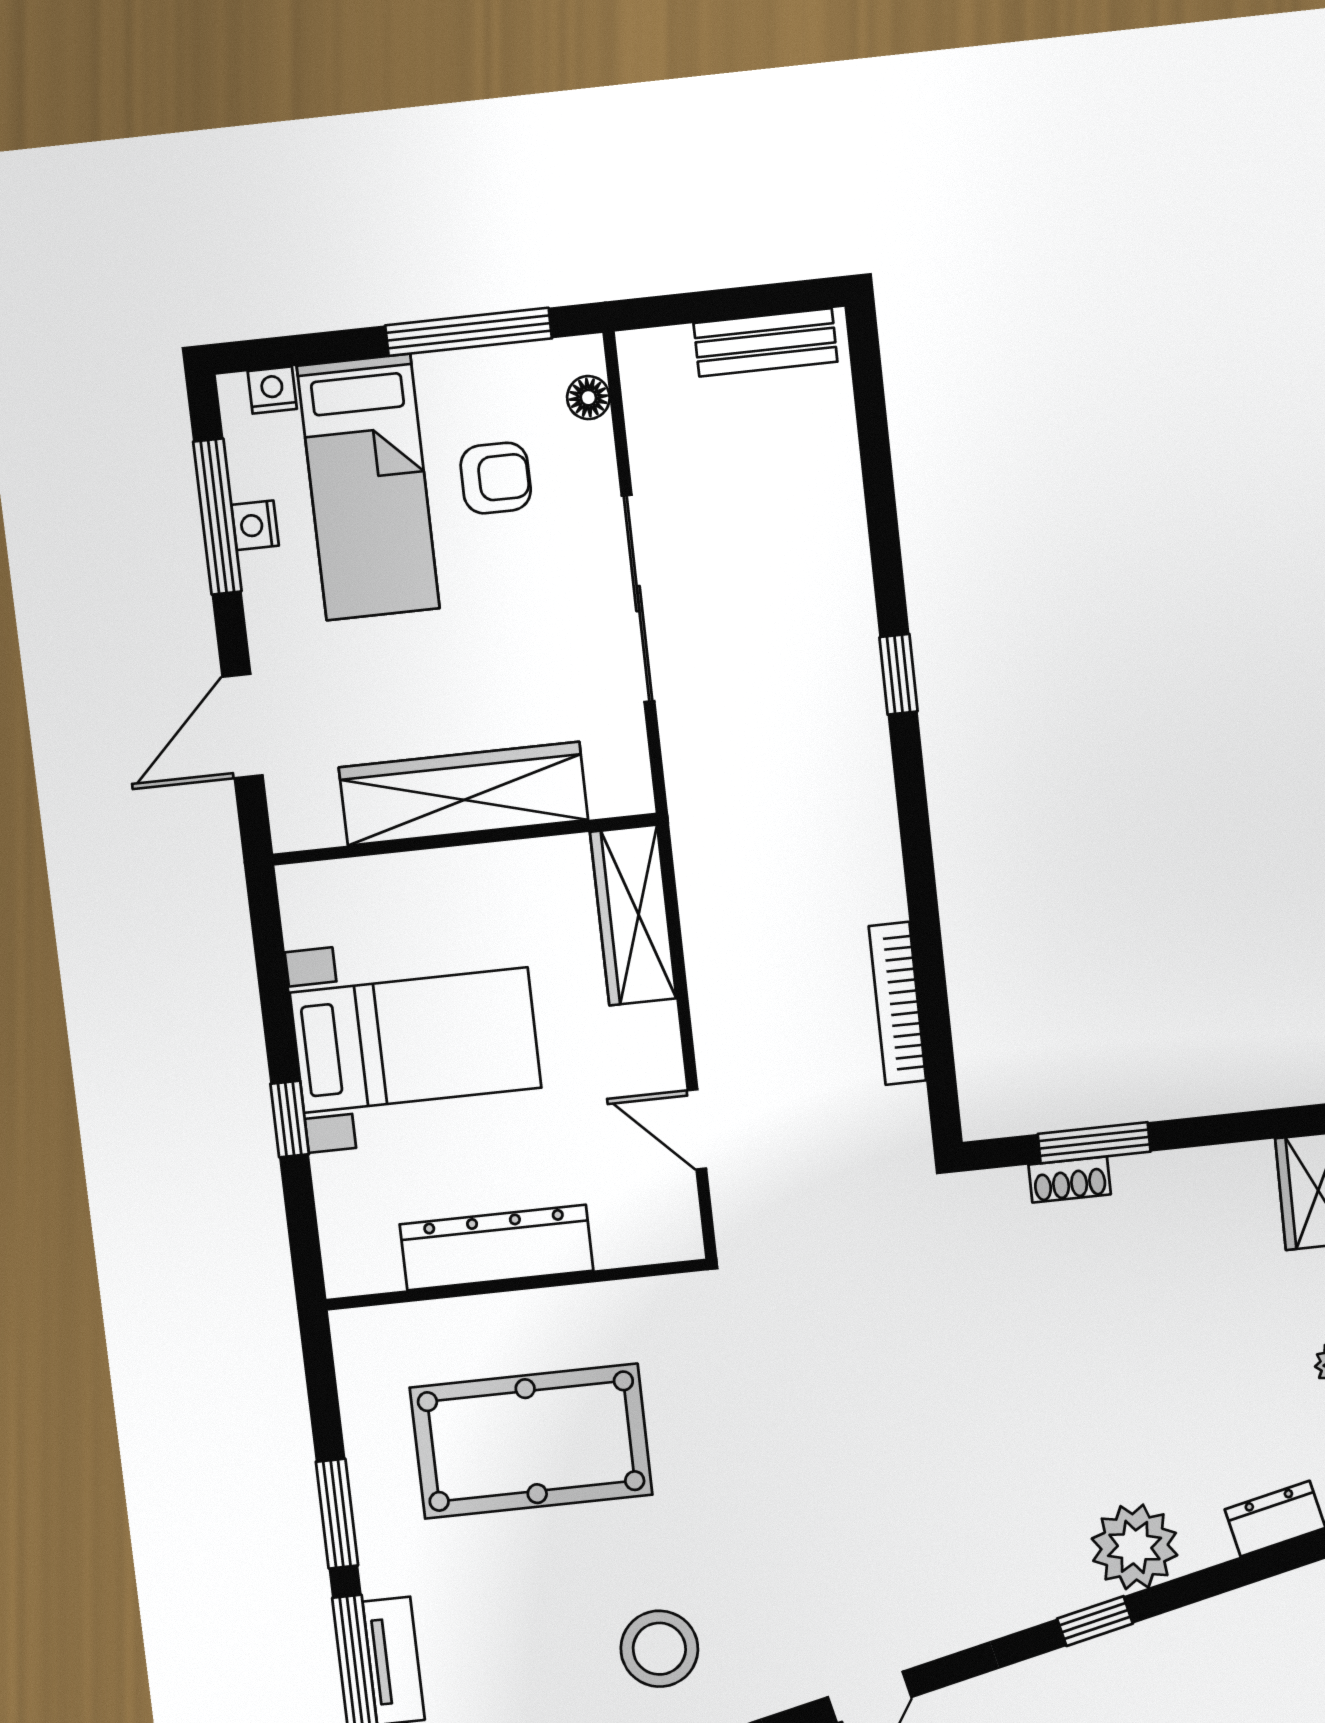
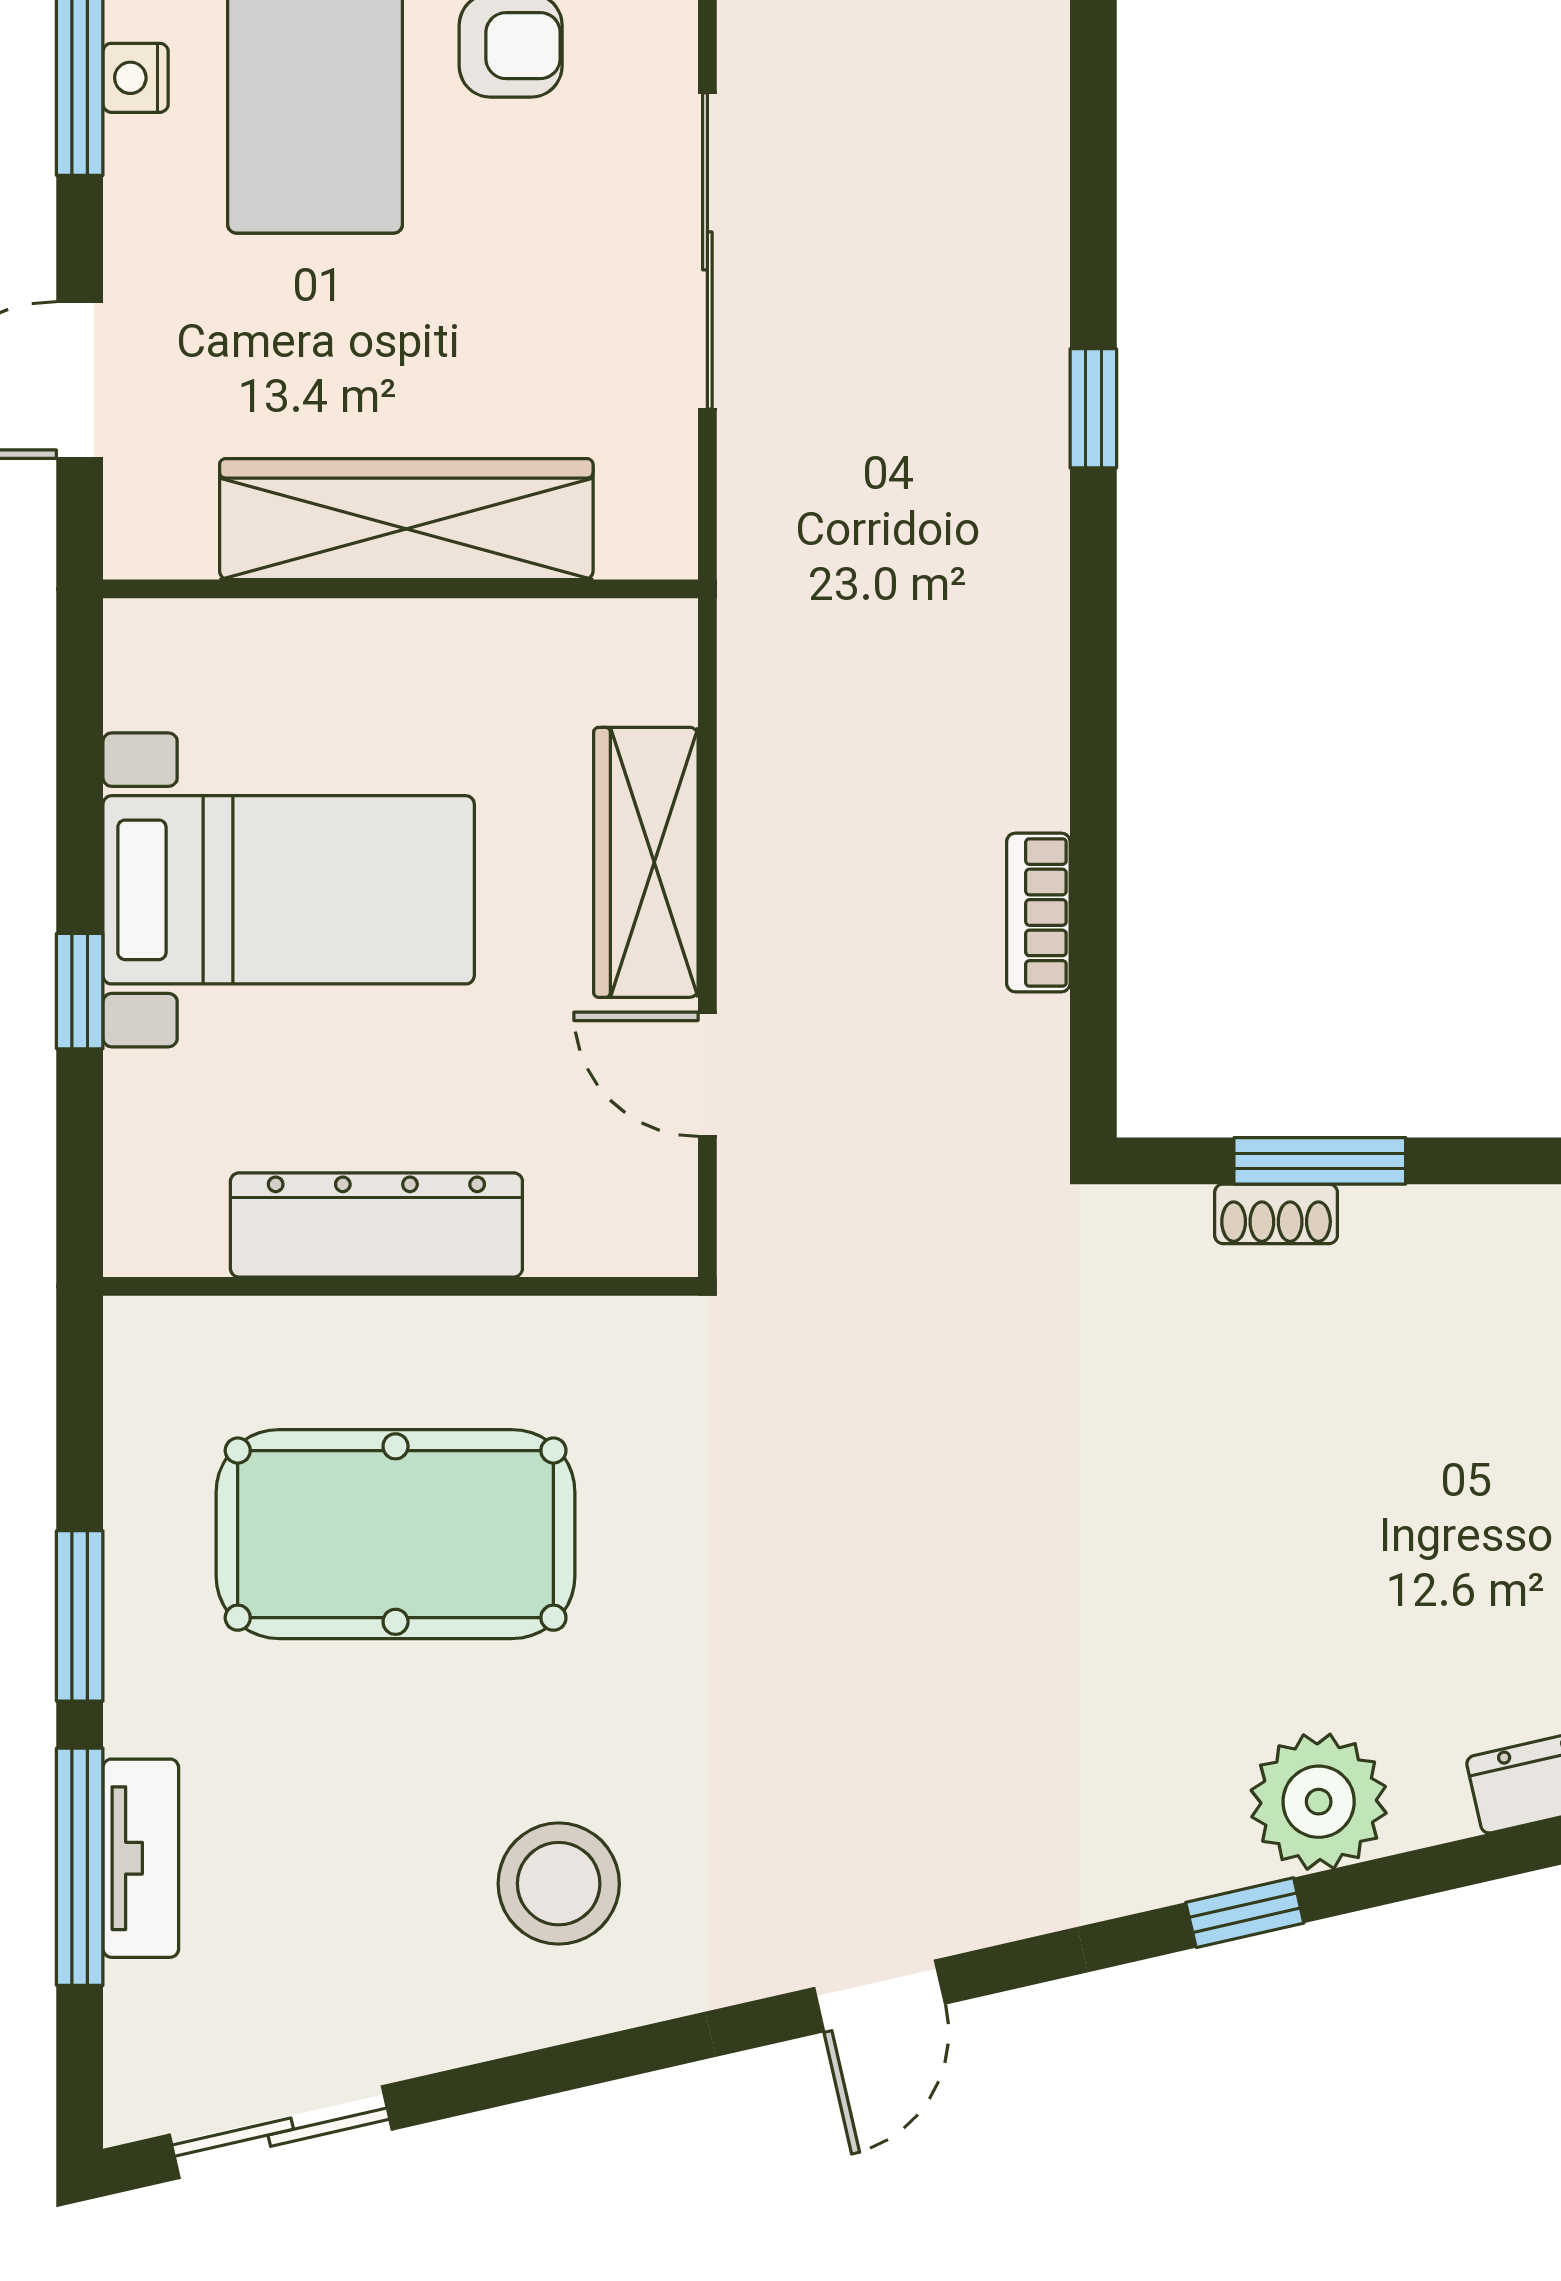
wardrobe: (633, 915) -> (646, 862), moved
bookcase: (897, 1003) -> (1038, 912), width x0.64

